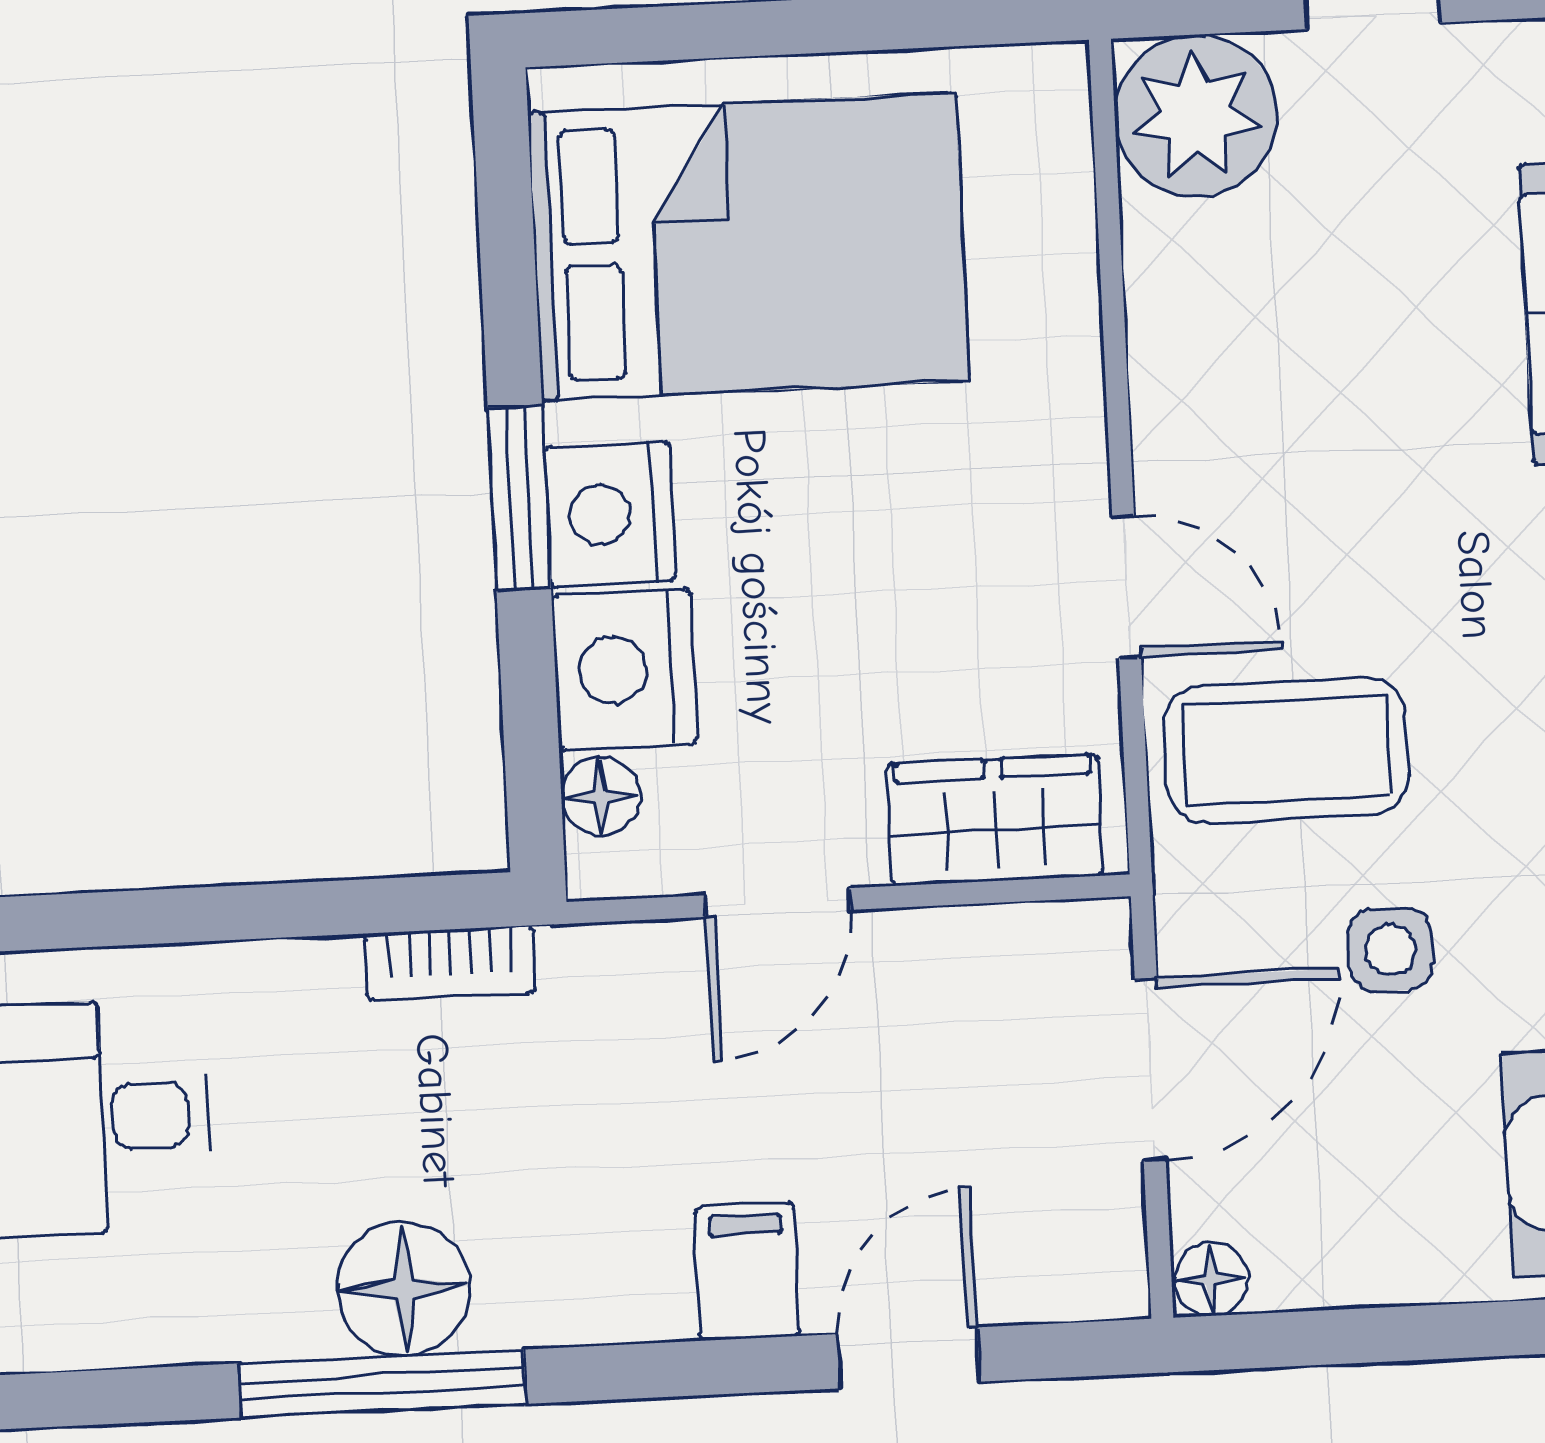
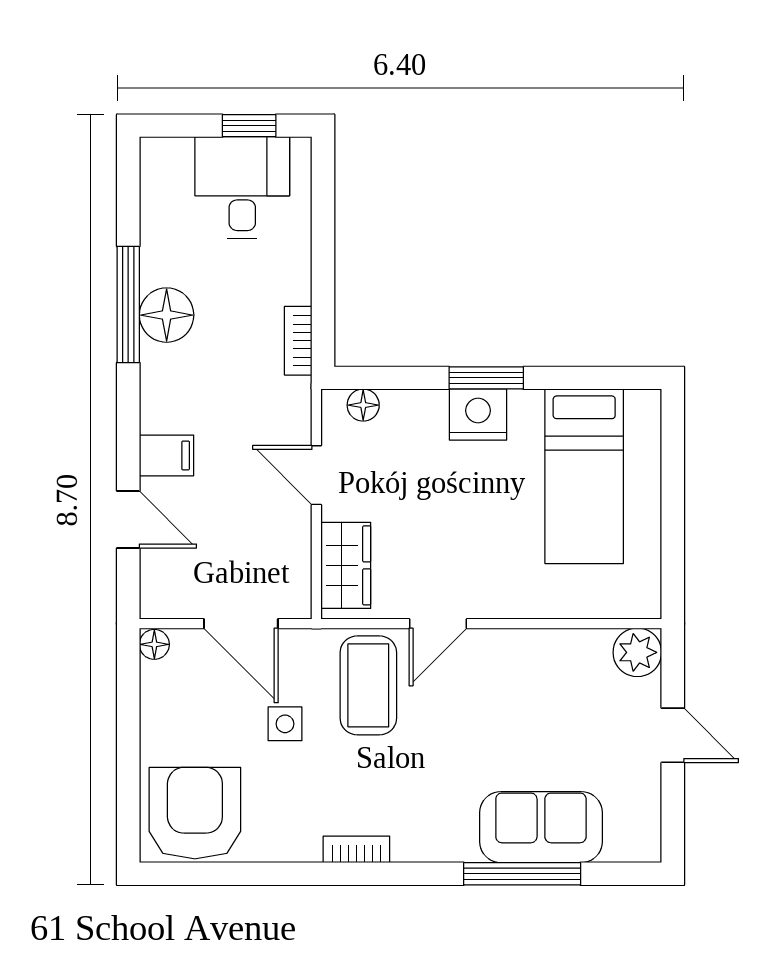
plant: (1196, 116) -> (637, 652), width x0.73, depth x0.73
bed: (748, 247) -> (584, 476), width x0.67
nightstand: (624, 670) -> (414, 417), removed

